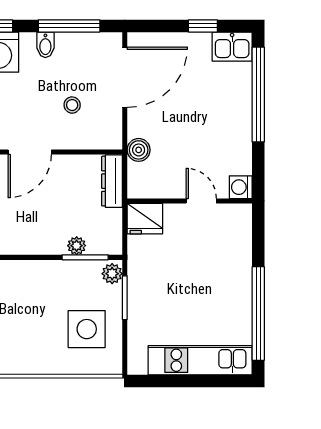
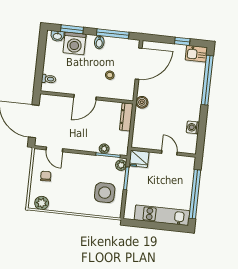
wall: (190, 201) -> (163, 152), moved
door: (201, 201) -> (169, 153), moved
fridge: (145, 219) -> (139, 159), moved

